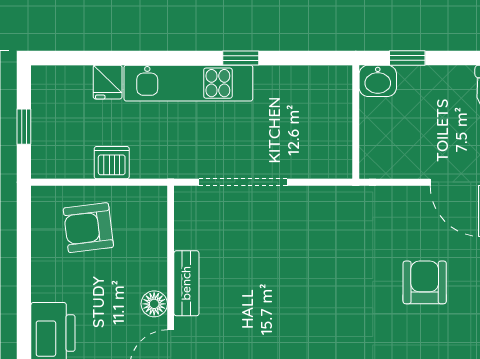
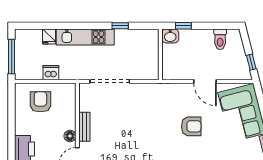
window: (241, 58) -> (120, 26), moved
window: (24, 127) -> (12, 57), width x2.17
armchair: (88, 228) -> (40, 102), turned 97
armchair: (425, 282) -> (191, 126), turned 90

